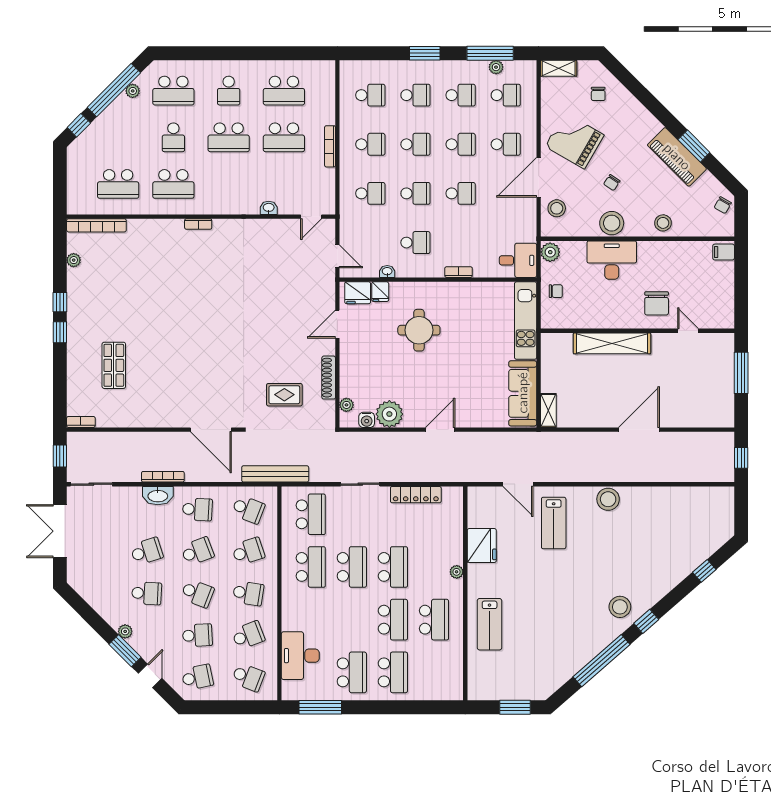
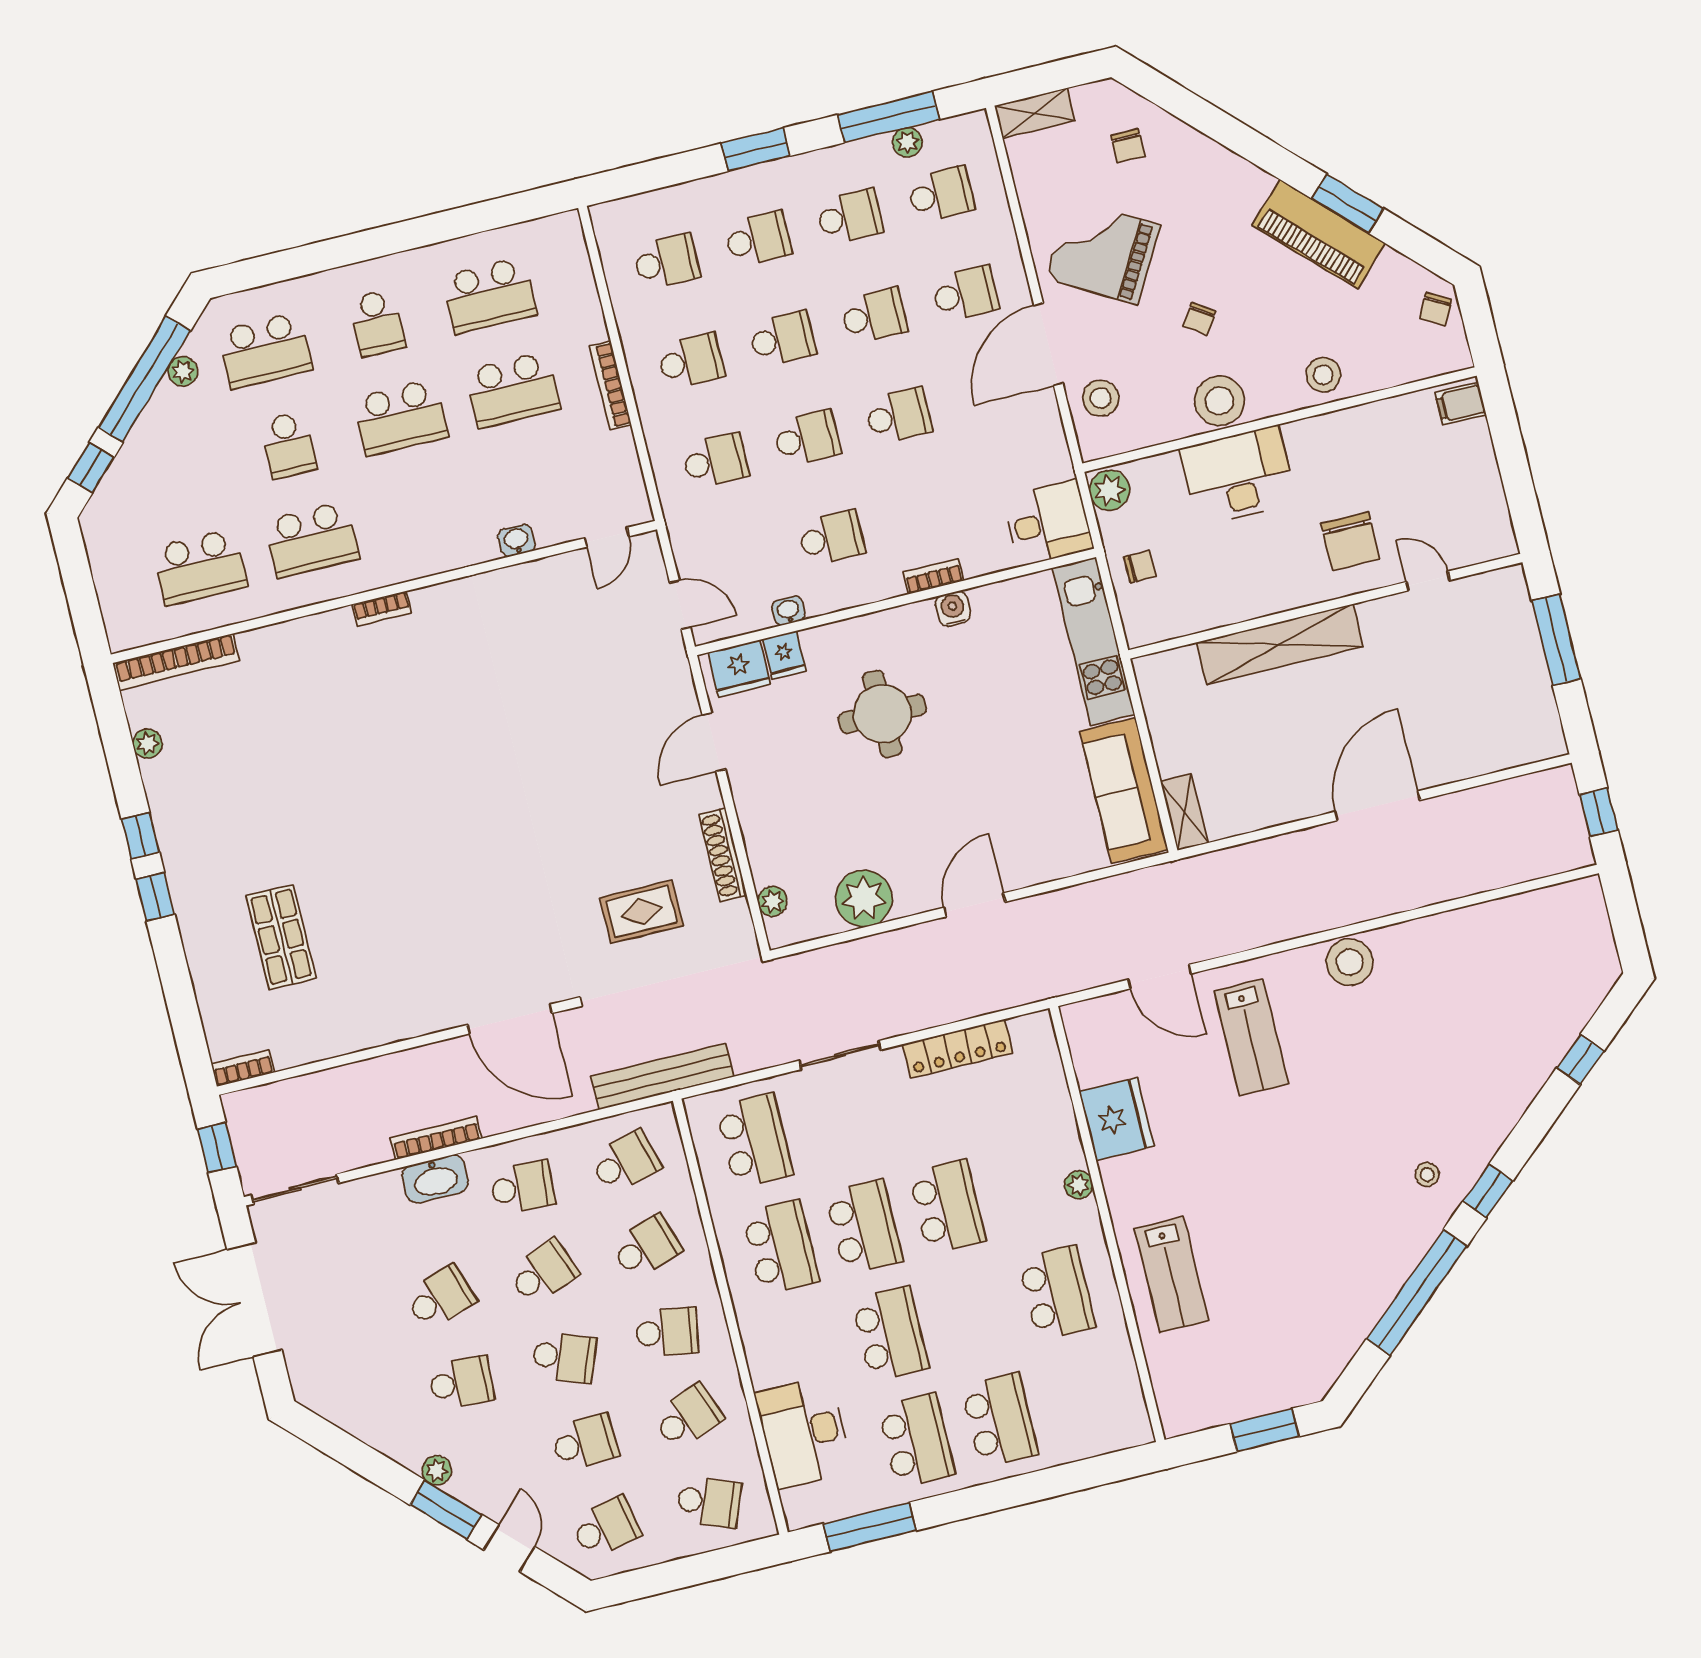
water cooler: (367, 420) -> (953, 609), moved, turned 180
school desk: (248, 509) -> (625, 1162), turned -36
stool: (620, 607) -> (1427, 1175), width x0.53, depth x0.53
school desk: (393, 620) -> (890, 1334), moved

